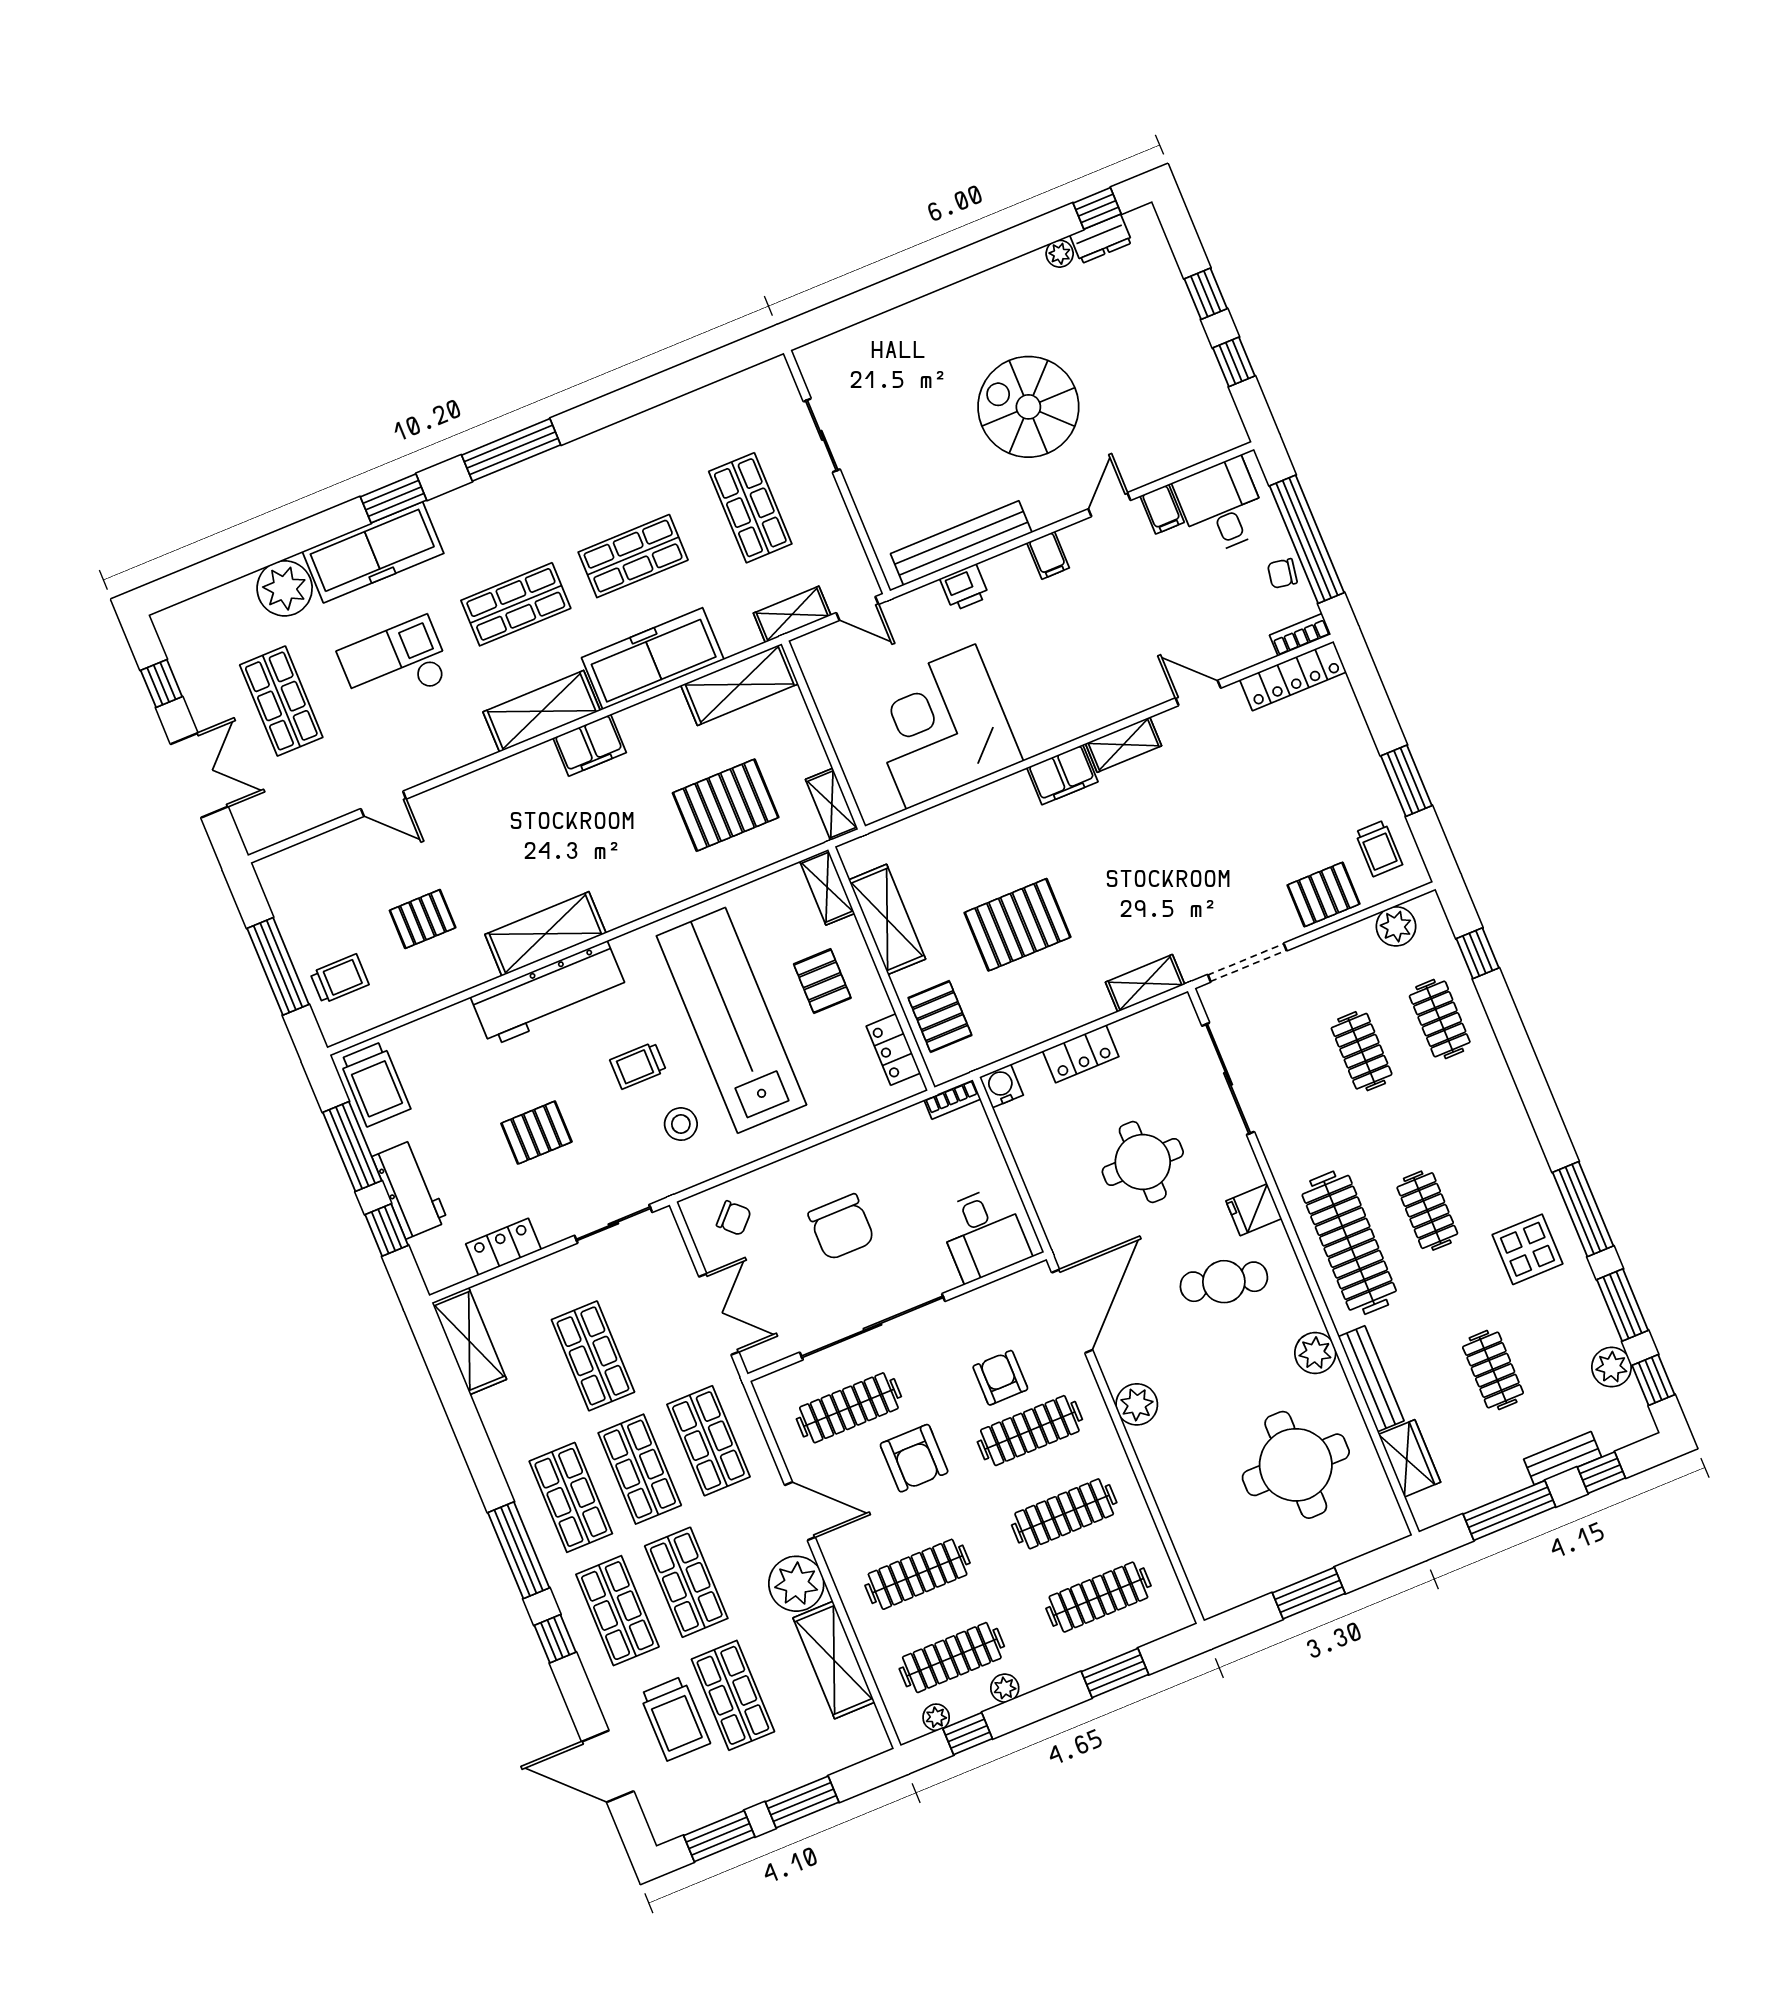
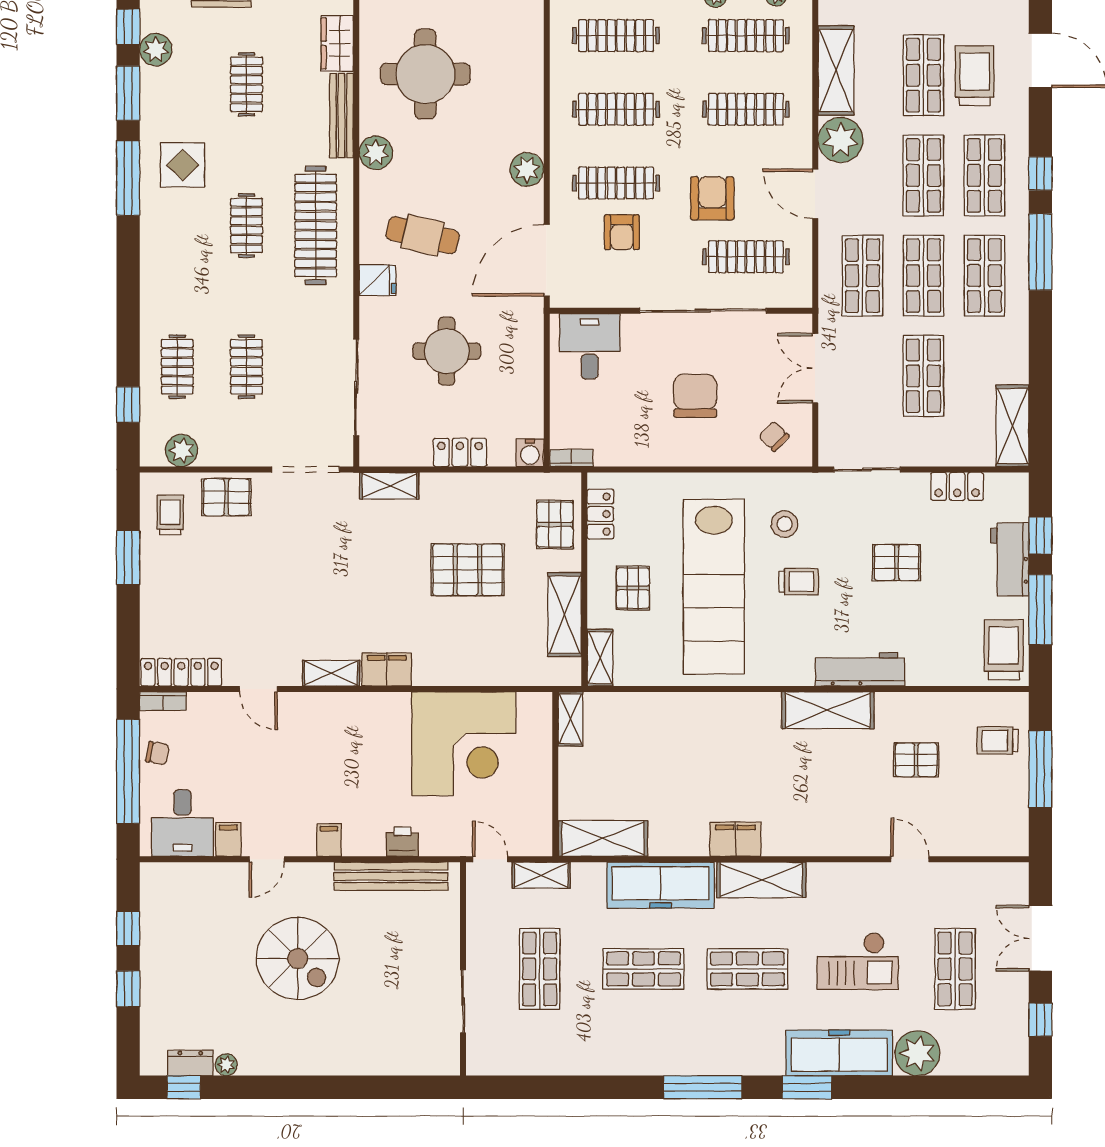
pallet: (726, 805) -> (651, 751), removed
workbench: (549, 994) -> (860, 669), width x0.73, depth x0.76

